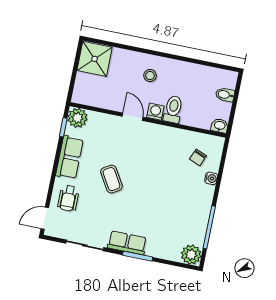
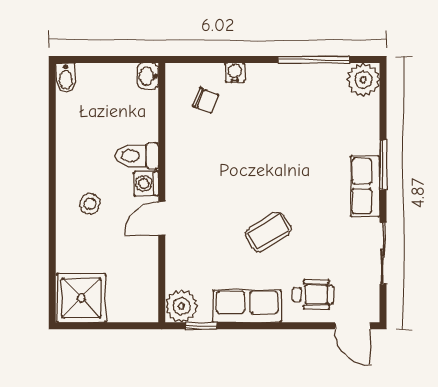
bidet: (225, 95) -> (66, 78), moved

